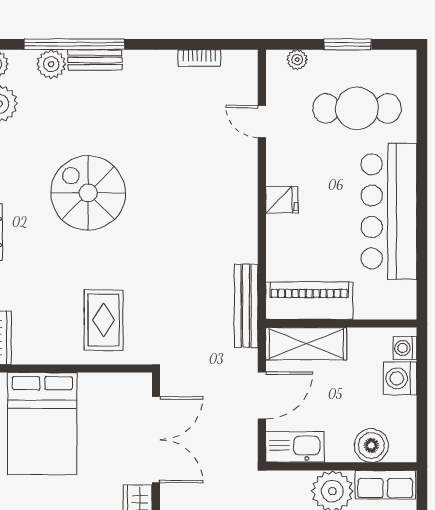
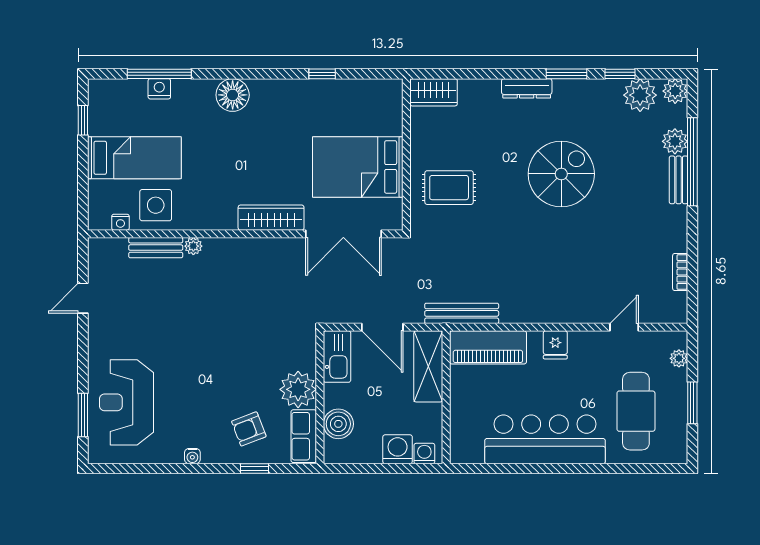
piano: (309, 301) -> (488, 347), moved, turned 90
bed: (42, 424) -> (358, 167), moved

